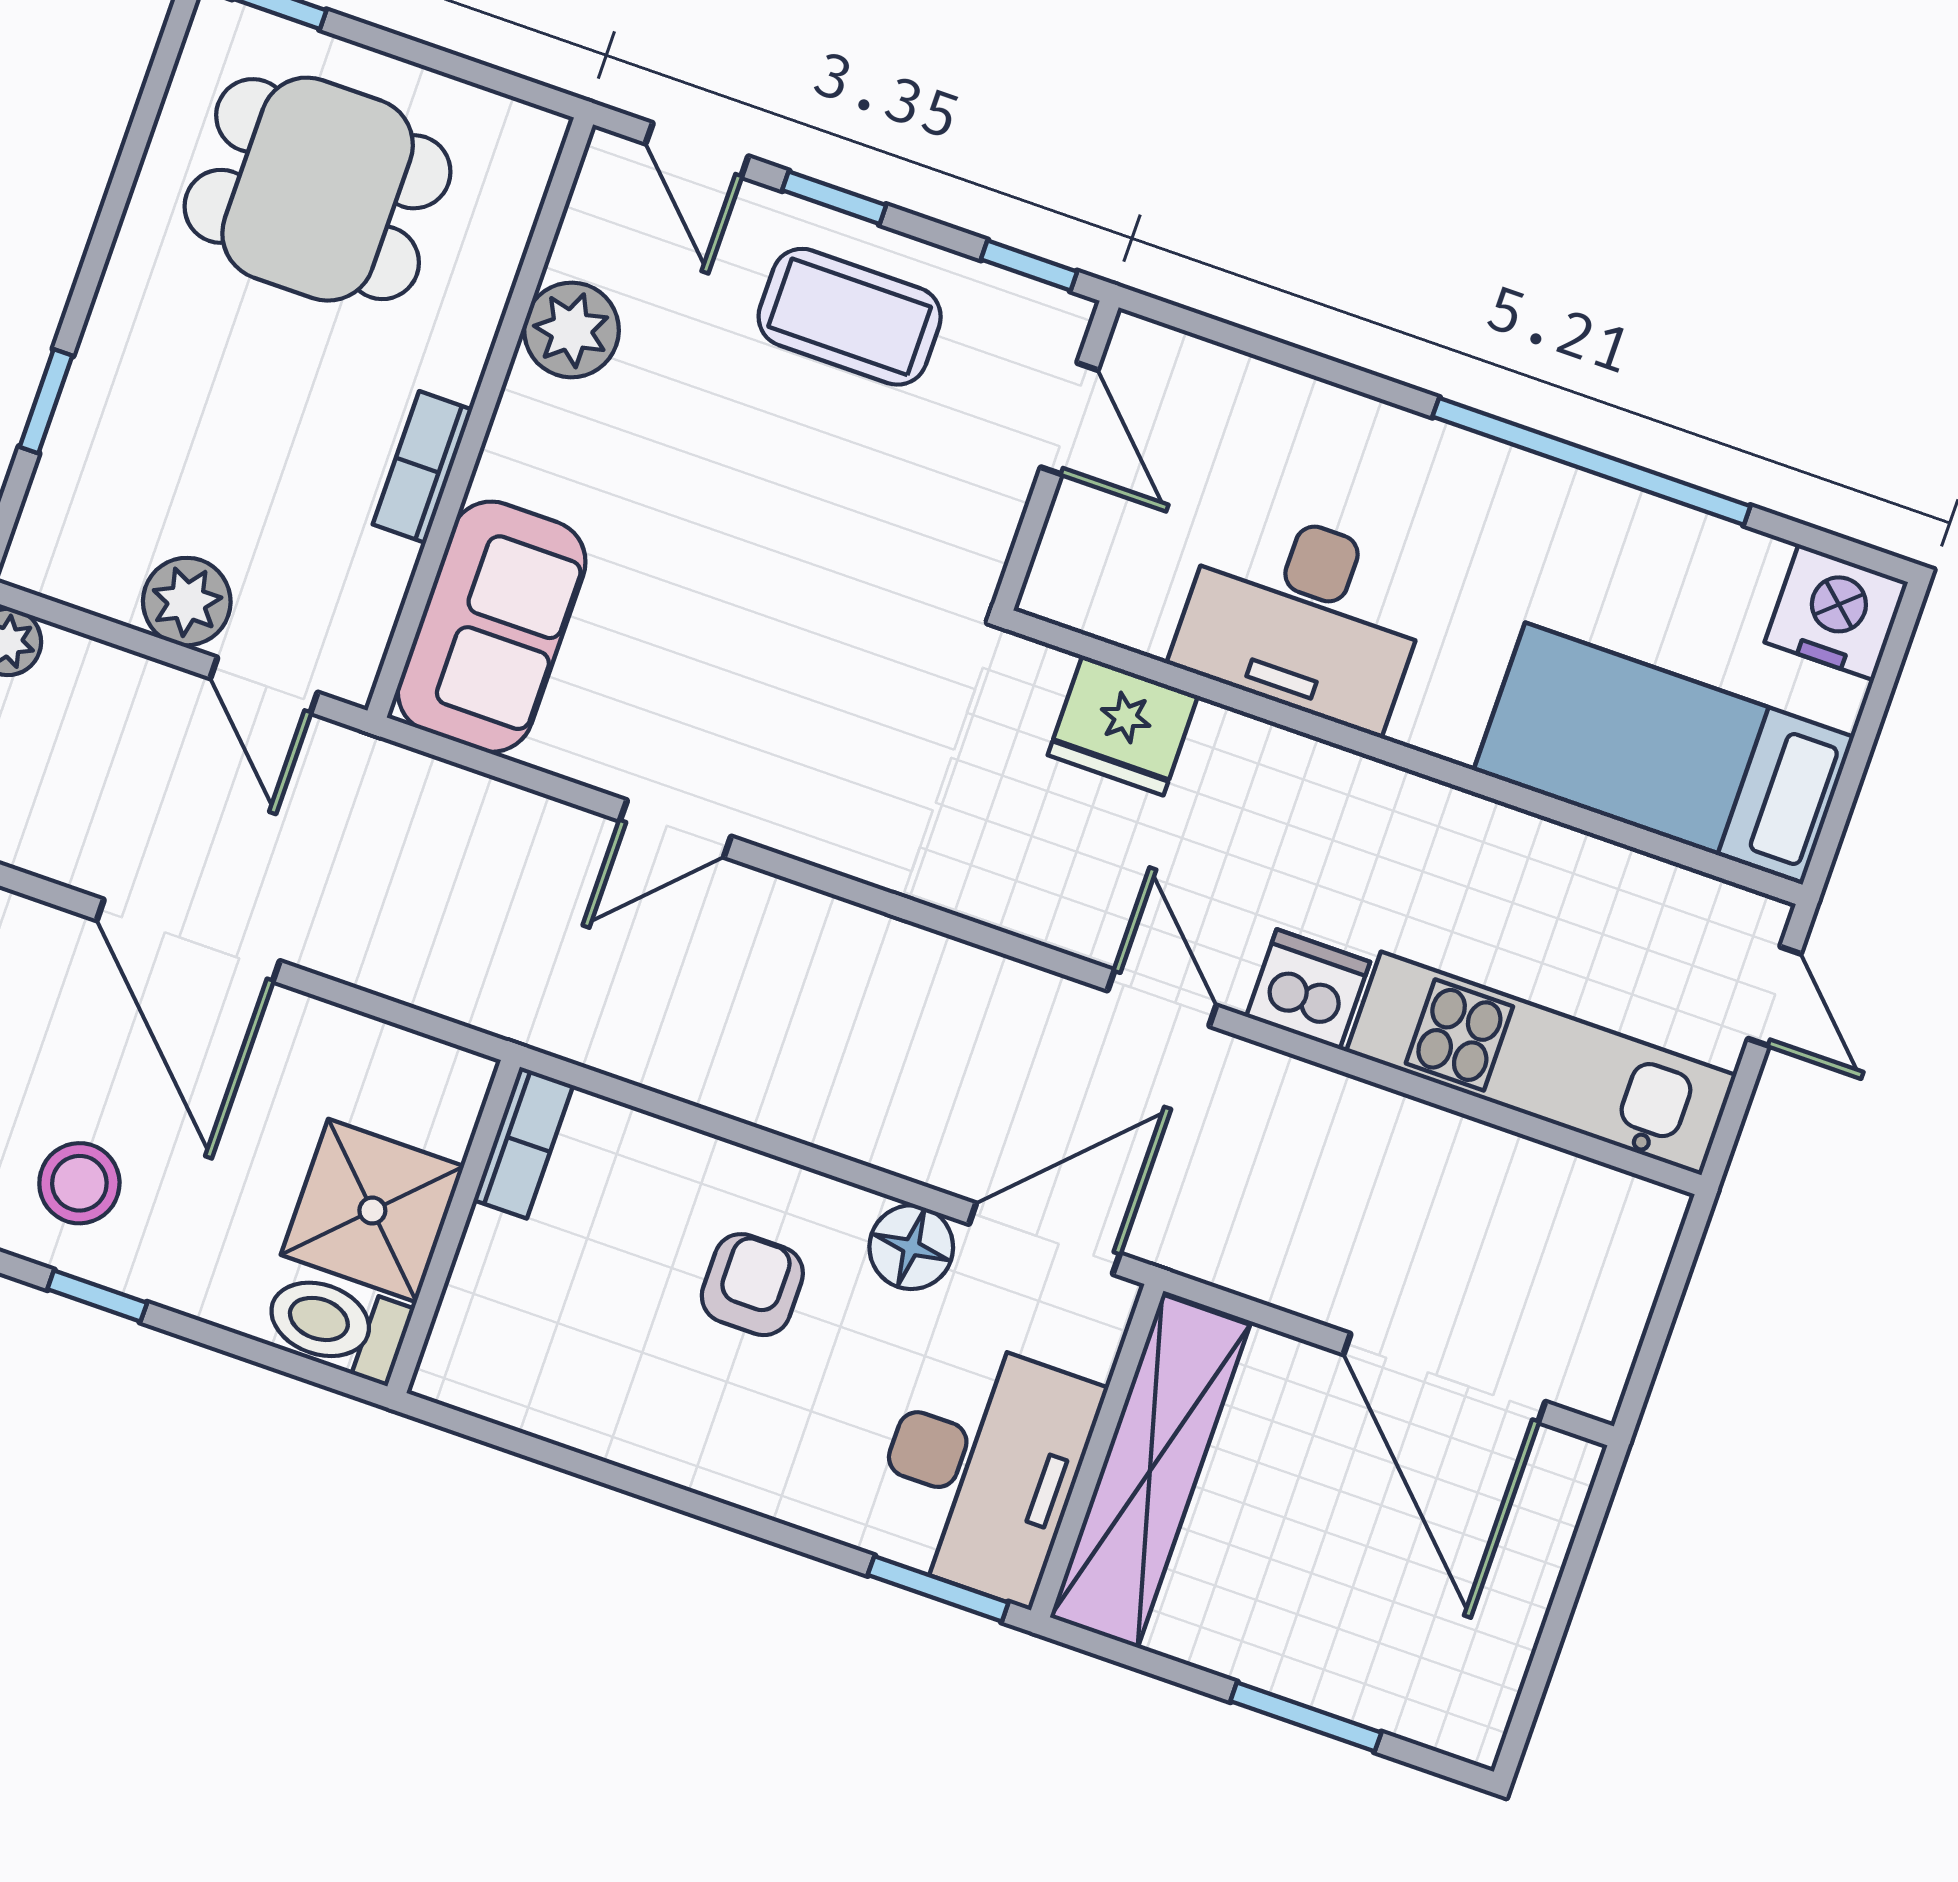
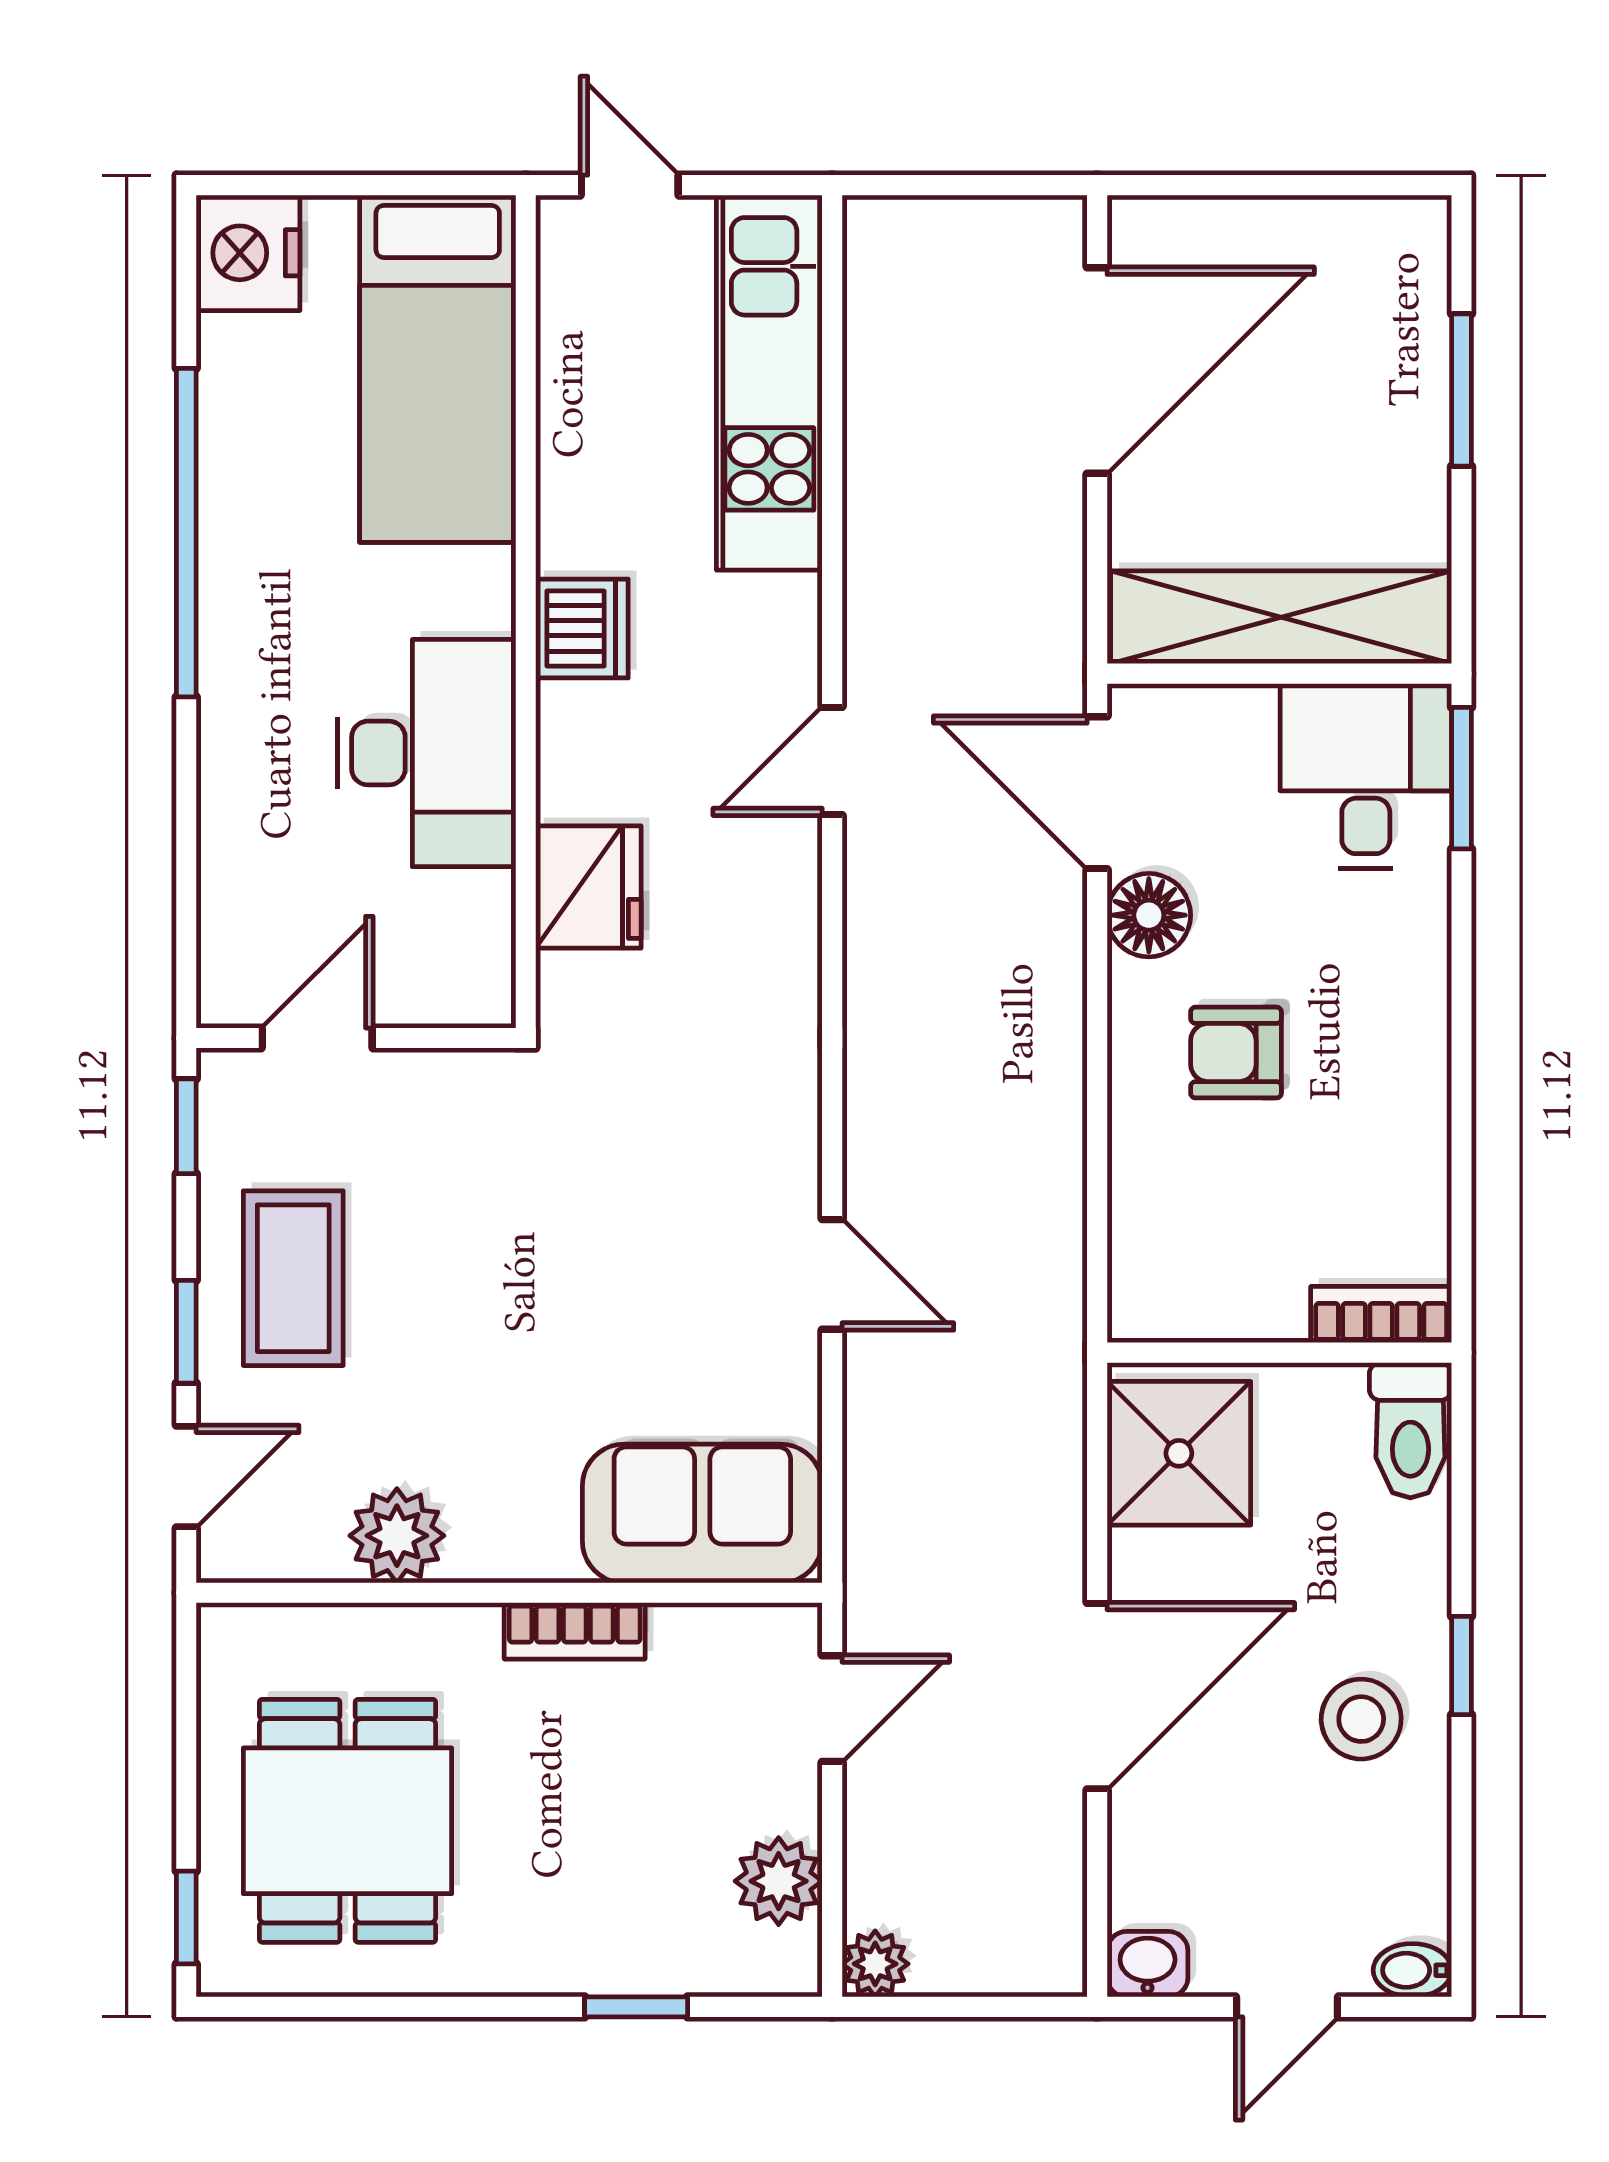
plant: (187, 602) -> (779, 1881), moved
dishwasher: (1308, 989) -> (582, 628), moved, turned 180
door: (1774, 996) -> (630, 185), hinge flipped
bookcase: (523, 1143) -> (1381, 1315), moved
shower: (372, 1211) -> (1179, 1453), moved
desk: (982, 1469) -> (1366, 776), width x0.73

